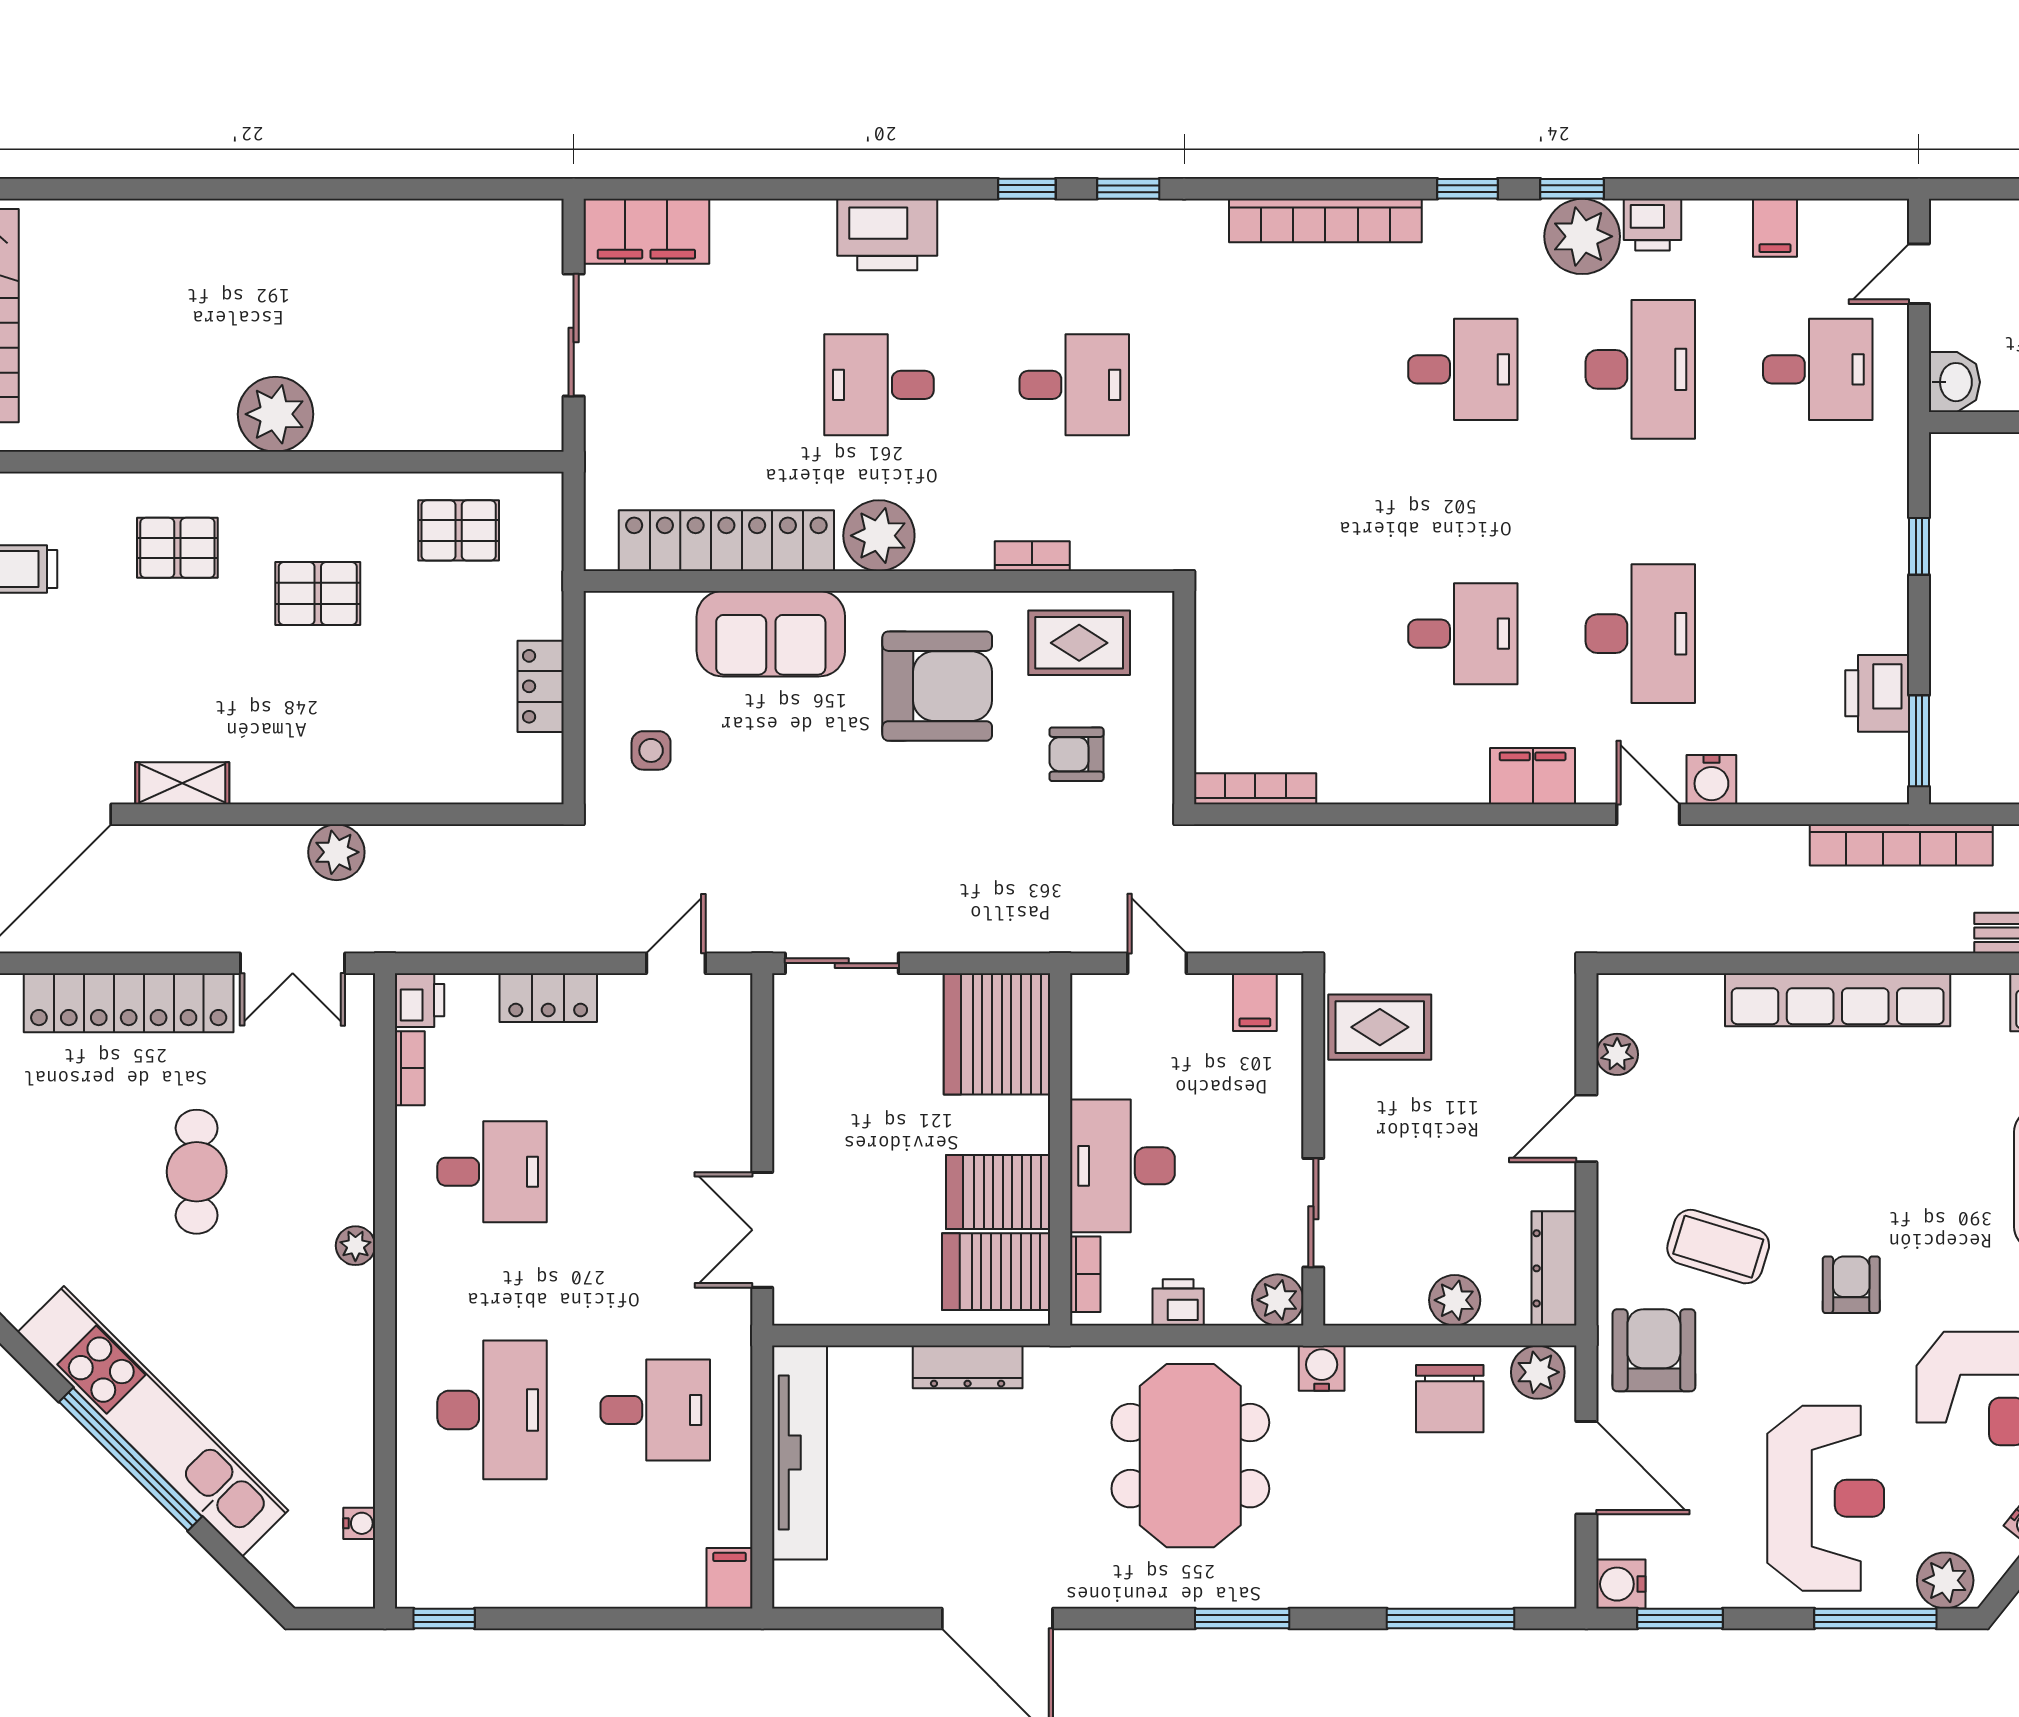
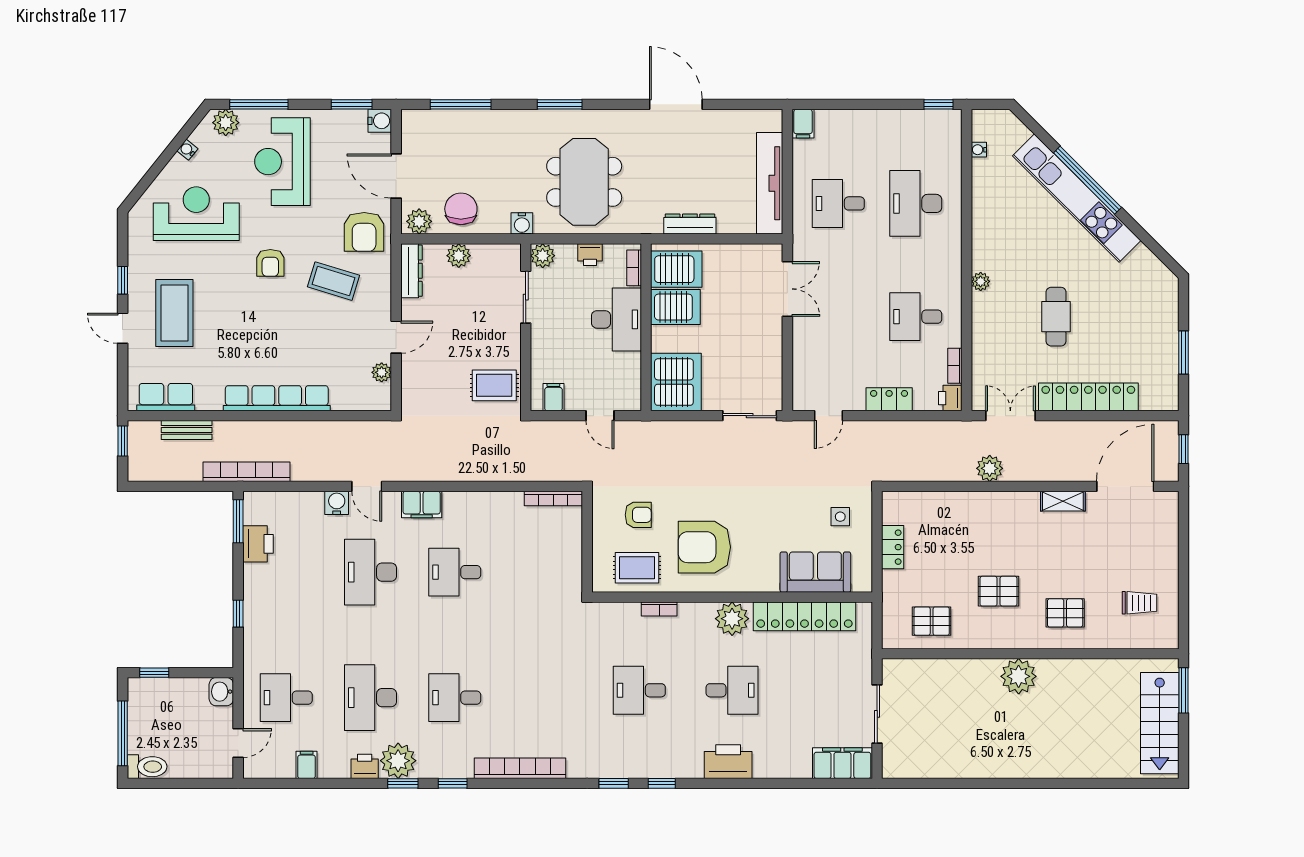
sofa: (771, 634) -> (815, 572), moved

